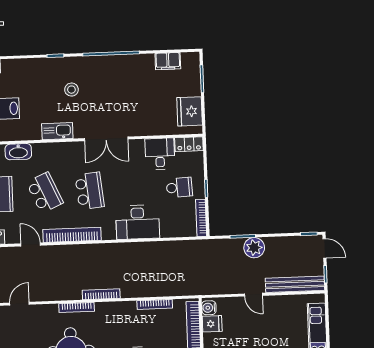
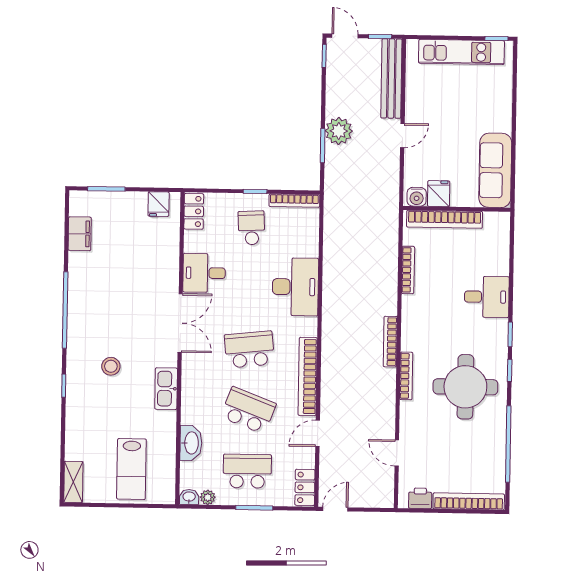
fridge: (190, 111) -> (159, 204), width x0.53, depth x0.75
desk: (160, 154) -> (204, 273), moved
school desk: (45, 193) -> (248, 410), turned 45
door: (324, 248) -> (345, 36), hinge flipped

